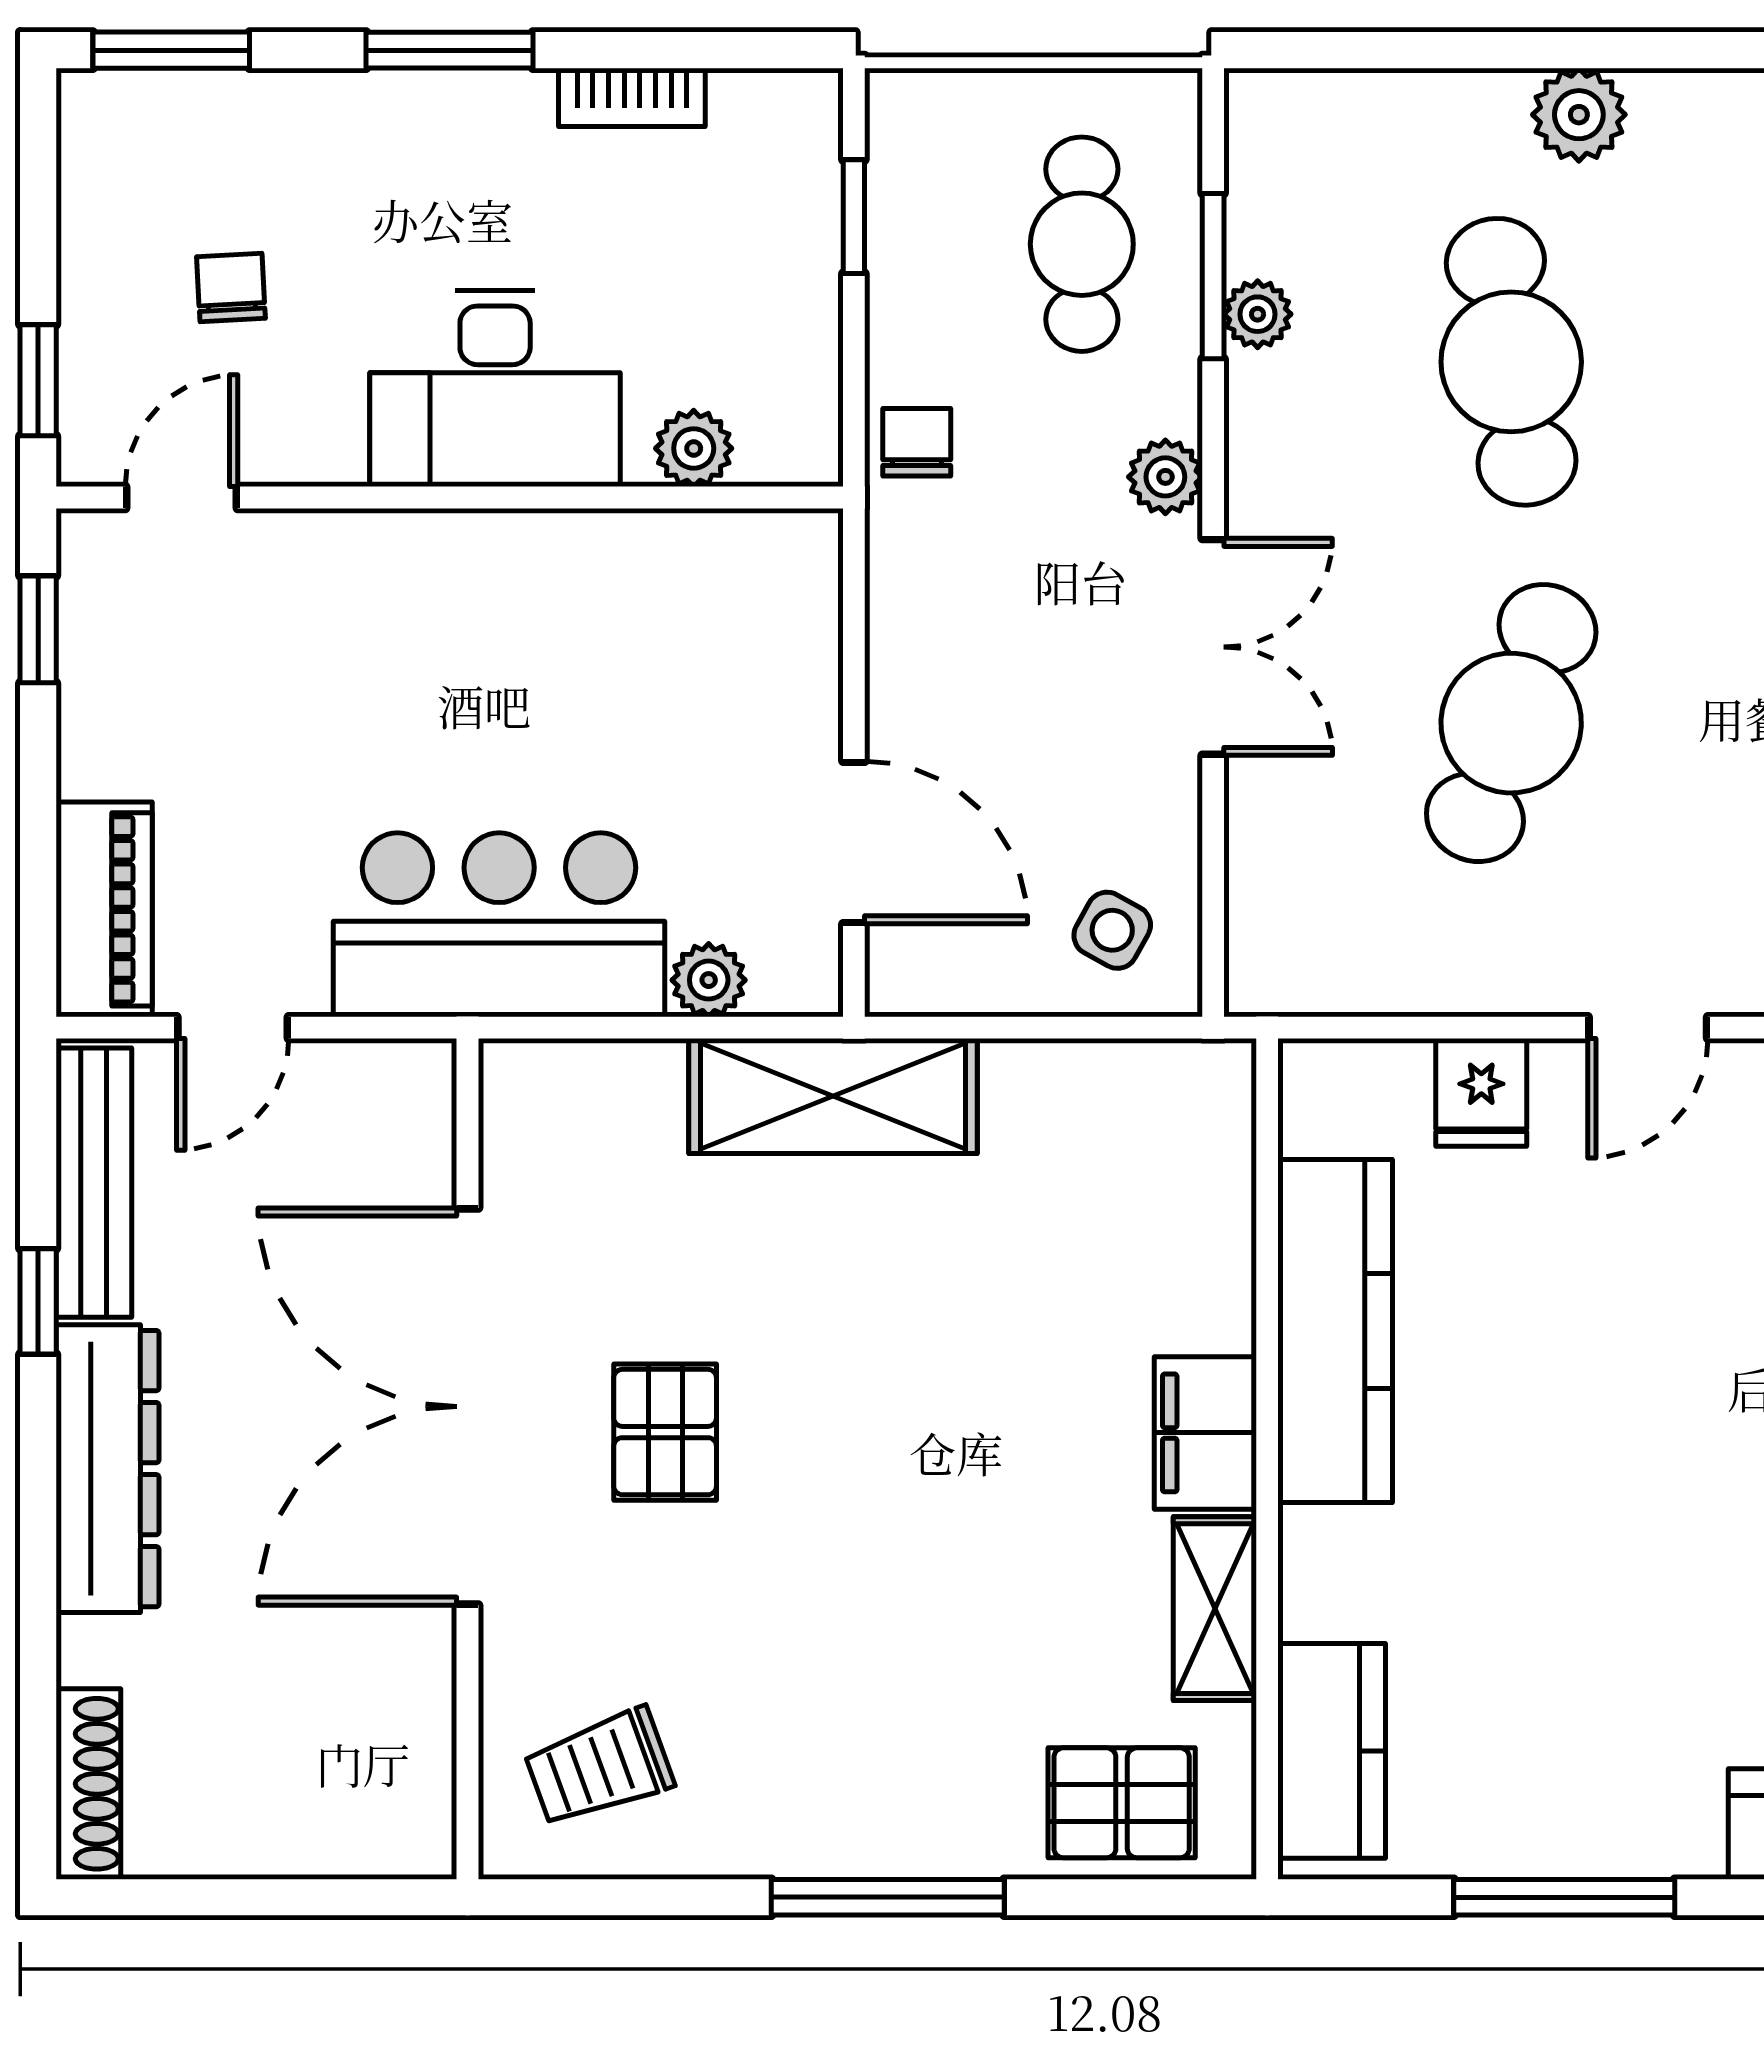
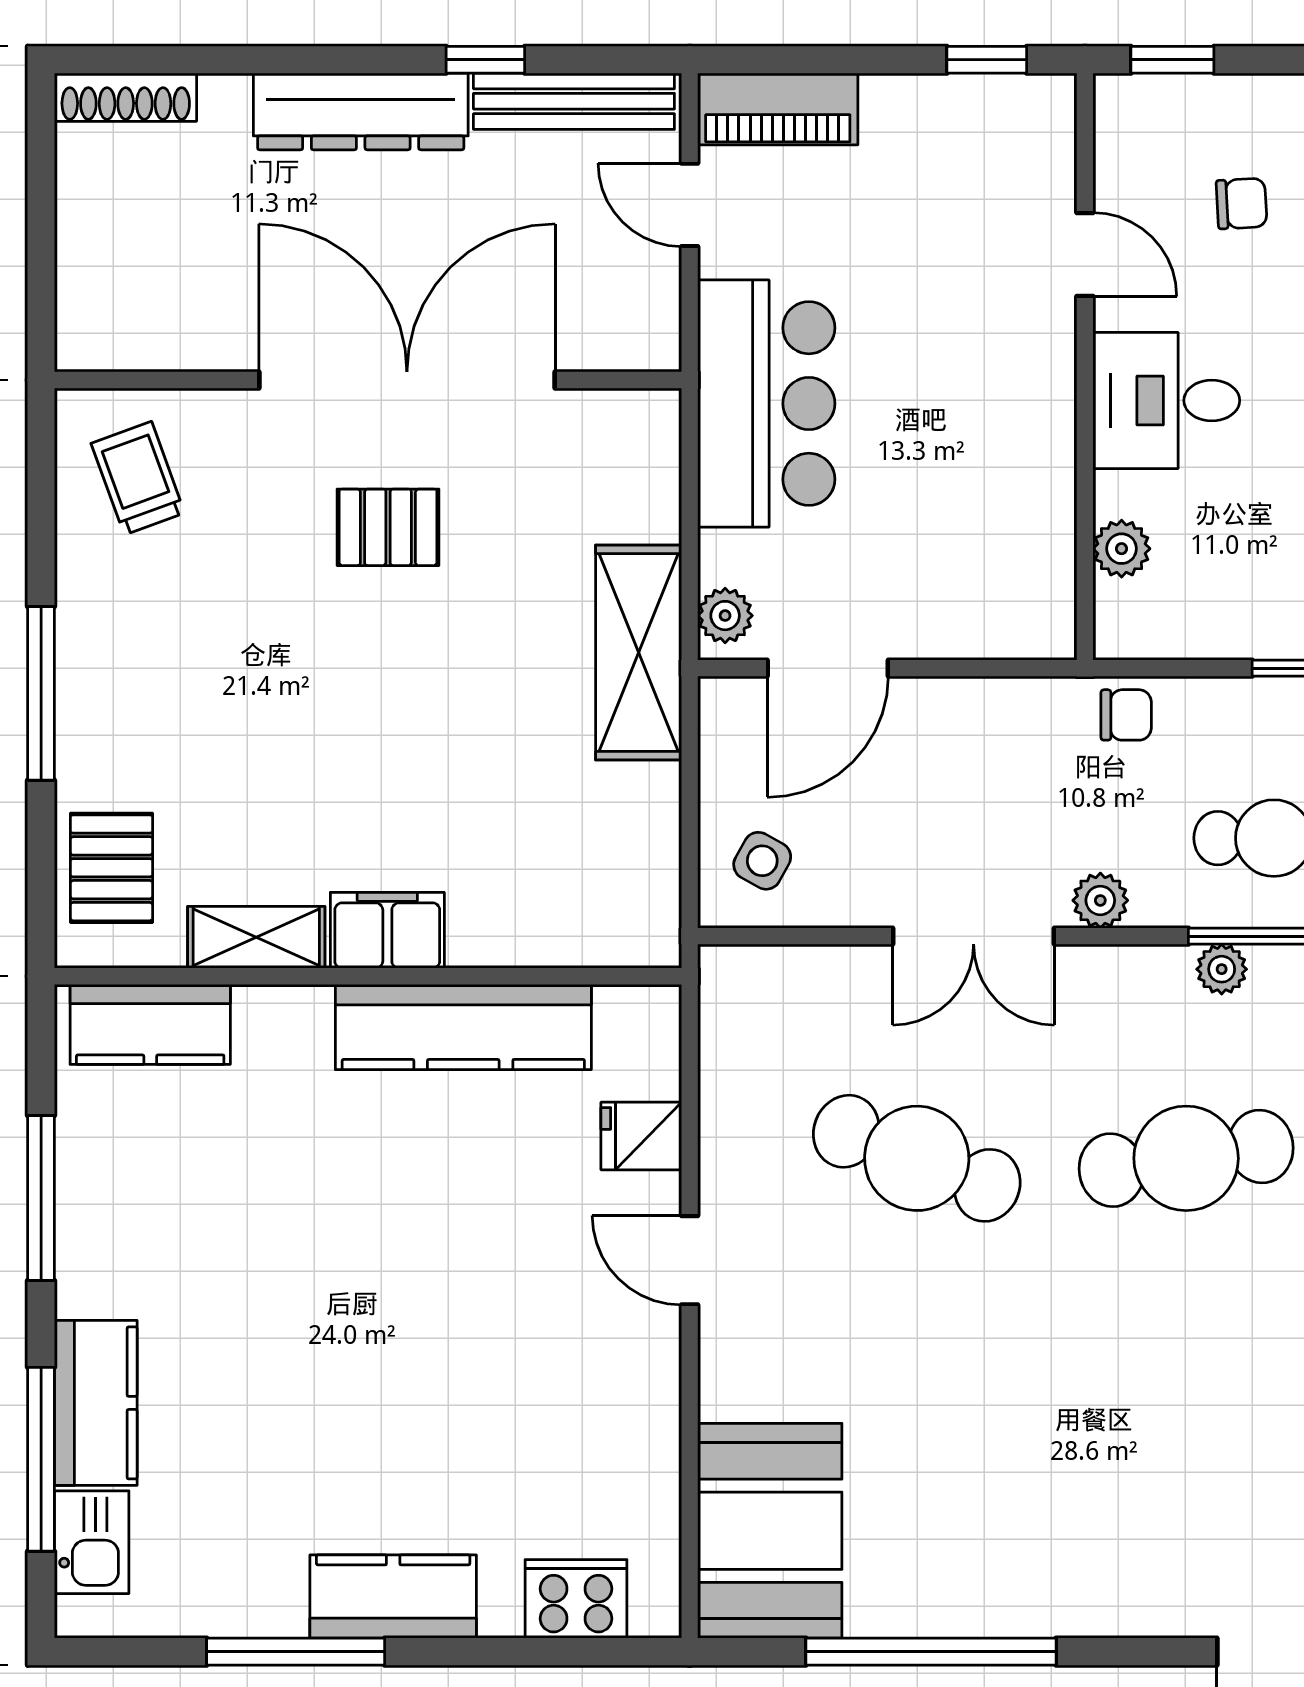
desk: (495, 388) -> (1166, 401), width x0.73
door: (182, 498) -> (1085, 254), moved
plant: (709, 980) -> (725, 616), moved

